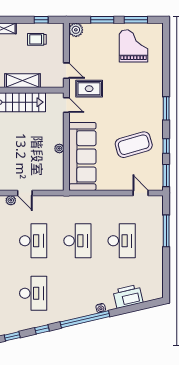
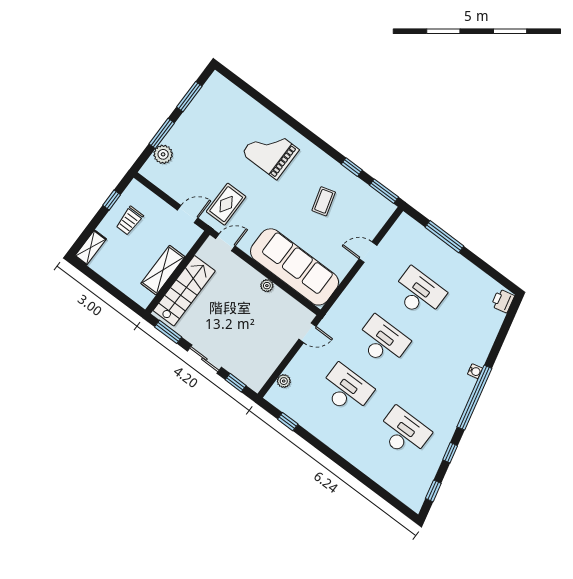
plant: (76, 30) -> (163, 154), moved
grand piano: (134, 46) -> (270, 152), moved
window: (166, 108) -> (311, 136), removed
coffee table: (134, 145) -> (324, 201), width x0.54, depth x0.58
door: (25, 193) -> (307, 333), moved
door: (141, 193) -> (368, 252), moved
printer: (128, 296) -> (503, 301), moved, width x0.53, depth x0.68

